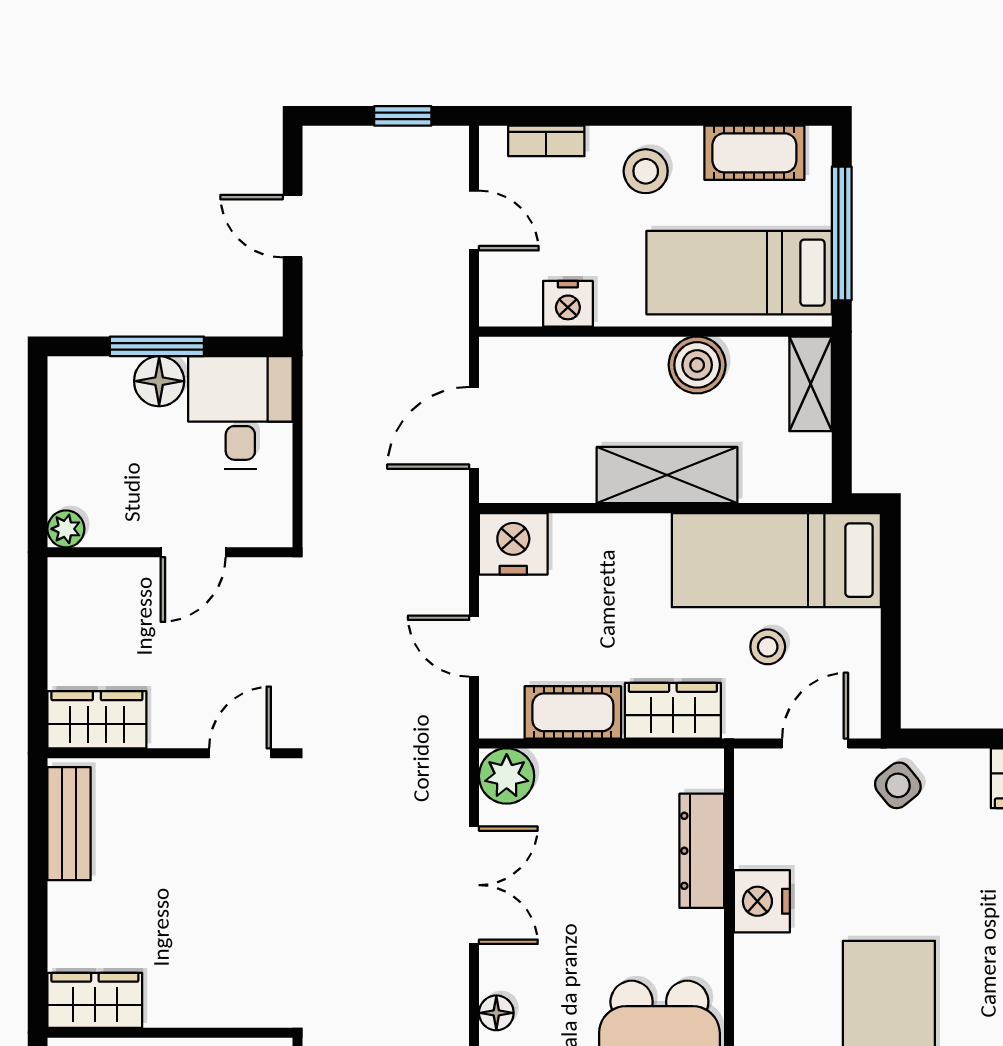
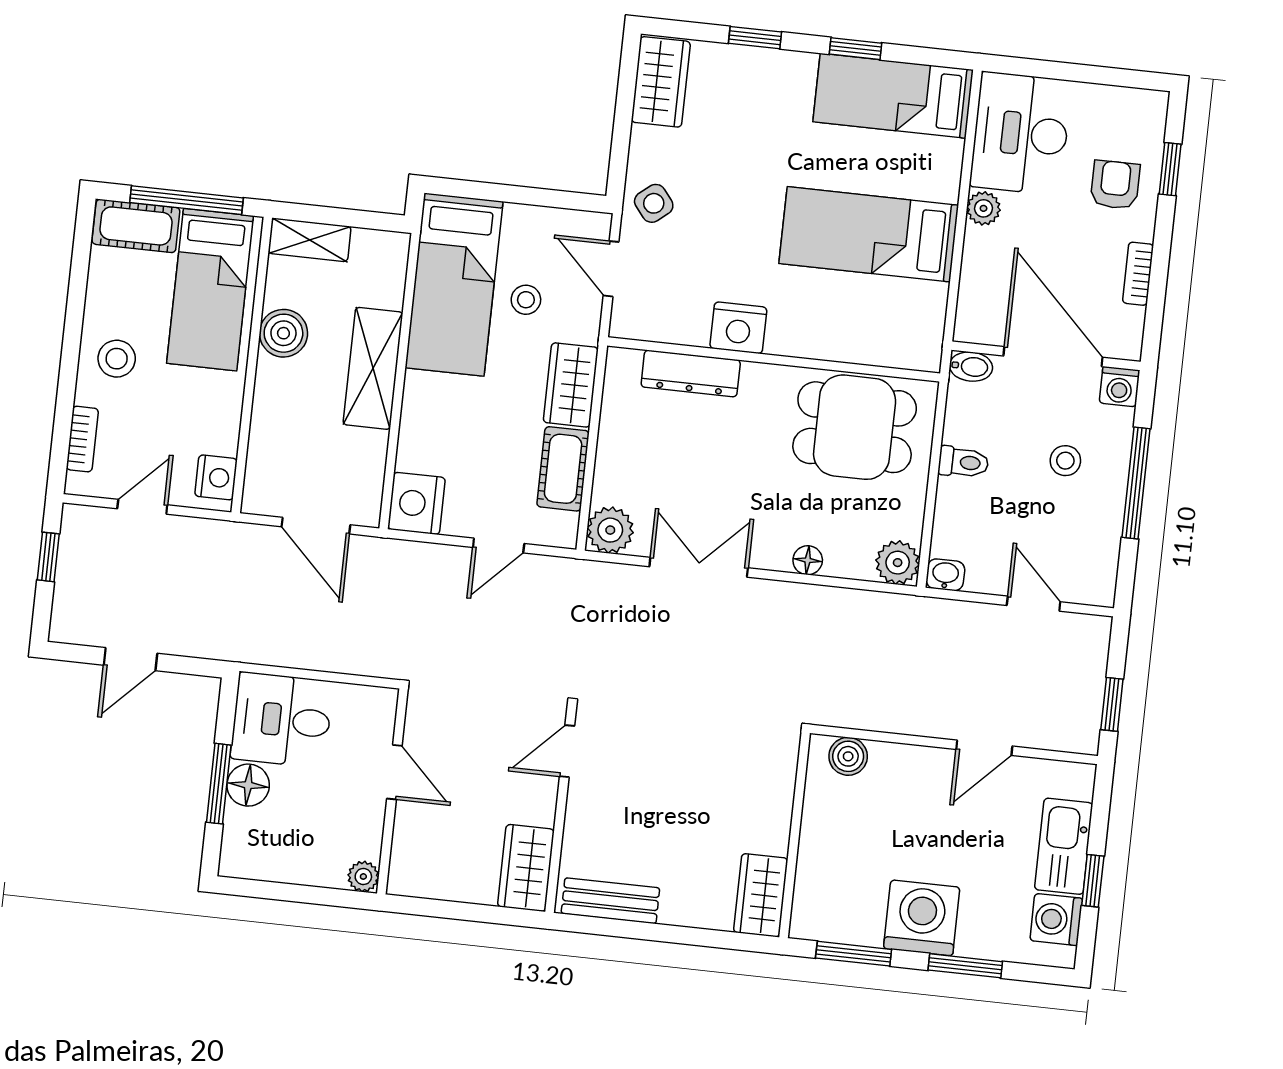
cot: (754, 153) -> (136, 226), moved, turned 90
nightstand: (568, 304) -> (216, 477), moved
door: (240, 753) -> (567, 751), hinge flipped

